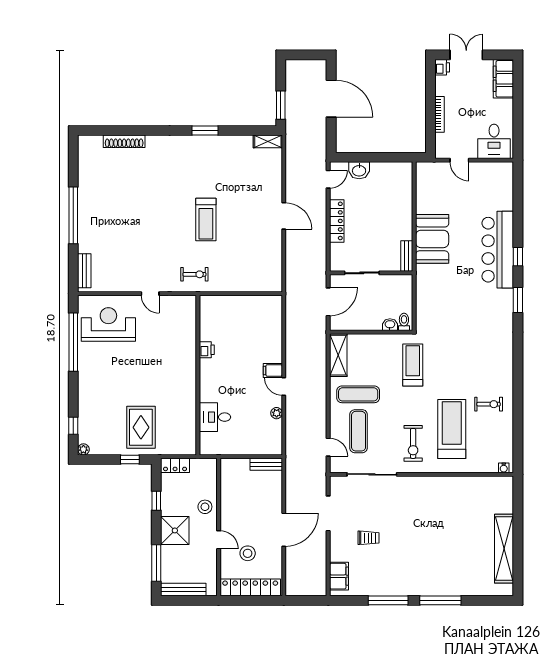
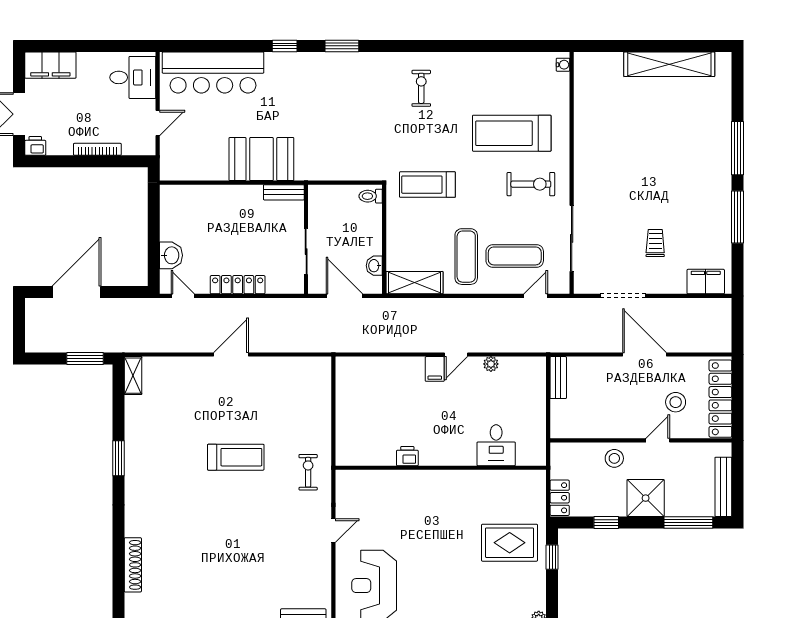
bar counter: (498, 250) -> (213, 72), moved
washbasin: (390, 325) -> (374, 266), moved
exercise bike: (489, 404) -> (421, 88), moved

